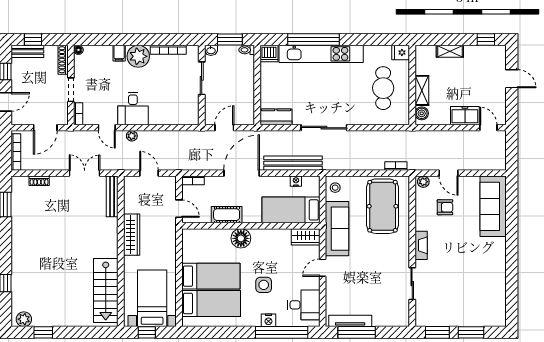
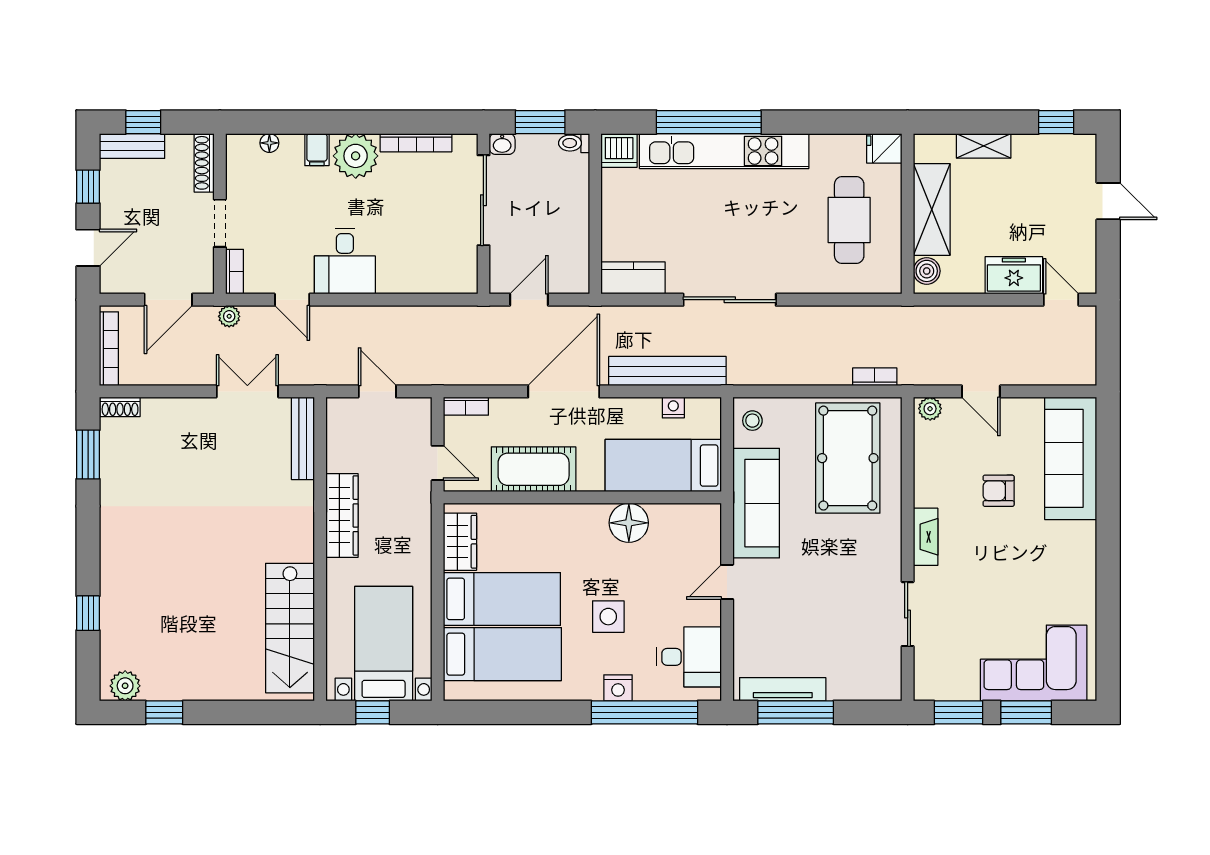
floor lamp: (78, 50) -> (269, 143), moved
sliding door: (202, 78) -> (483, 200), width x1.37
shelving: (422, 90) -> (932, 209), width x1.50, depth x1.33
plant: (132, 136) -> (229, 316), moved
shoe rack: (39, 181) -> (120, 407), moved
armchair: (445, 207) -> (999, 491), moved, turned 180
cot: (227, 215) -> (534, 469), width x1.37, depth x1.34
wardrobe: (306, 237) -> (460, 542), moved, turned -90
floor lamp: (241, 238) -> (629, 523), moved
corner sofa: (475, 308) -> (1034, 663), added

